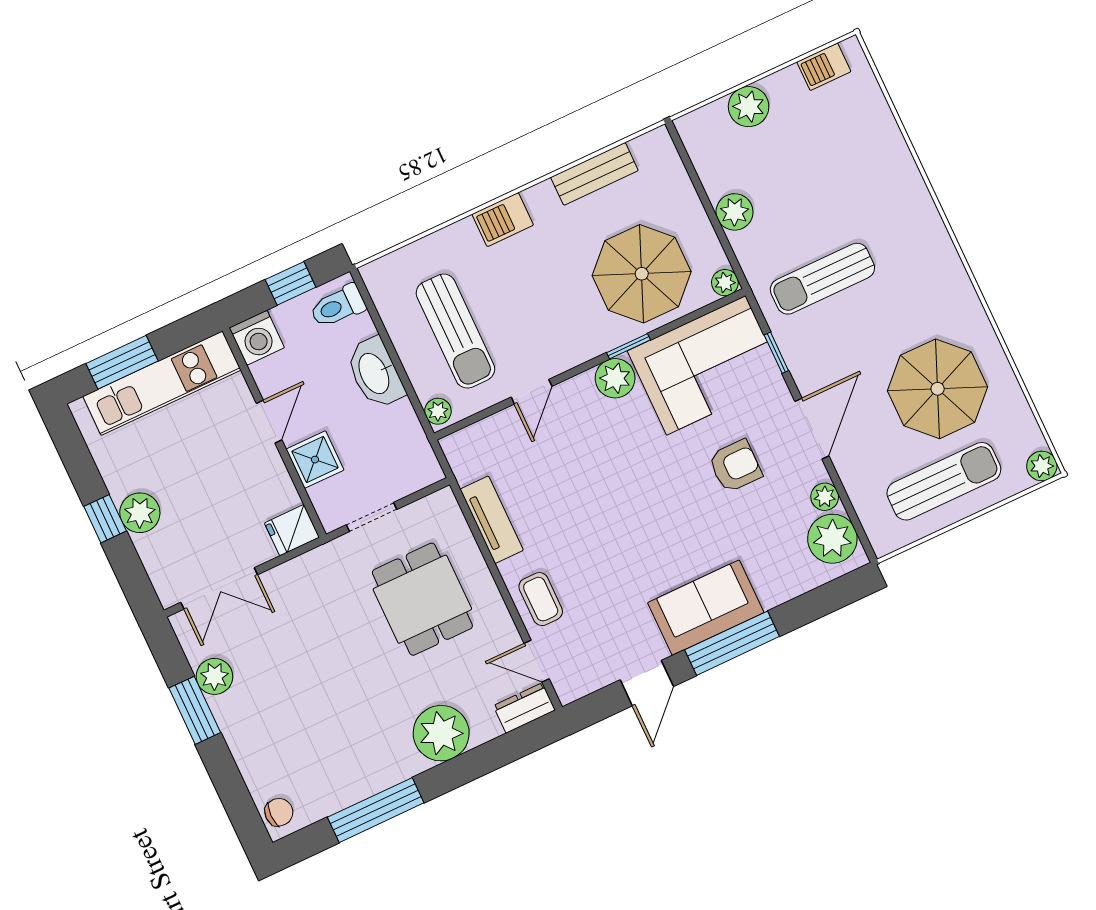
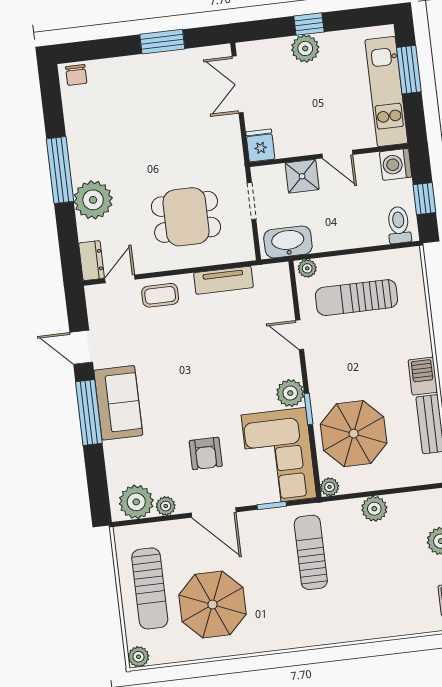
barbecue: (503, 220) -> (423, 376), moved
washbasin: (375, 373) -> (288, 242), moved
plant: (214, 676) -> (180, 62), removed
window: (376, 810) -> (60, 170), moved

